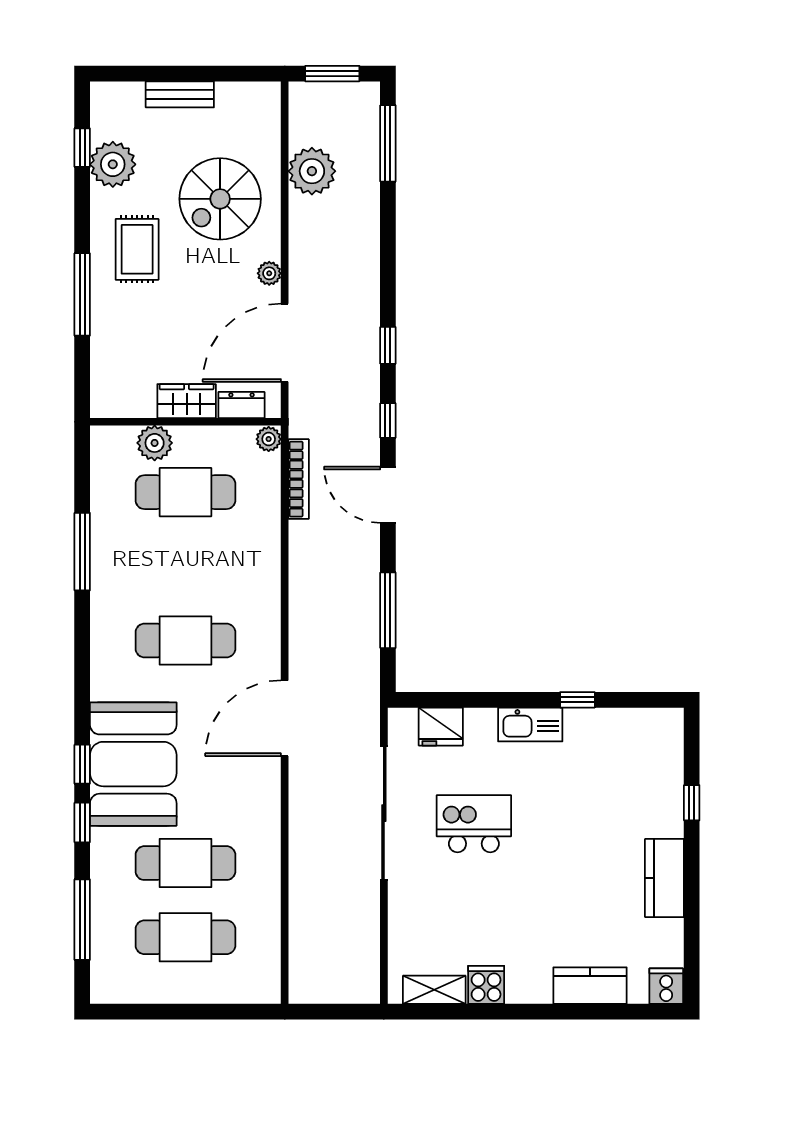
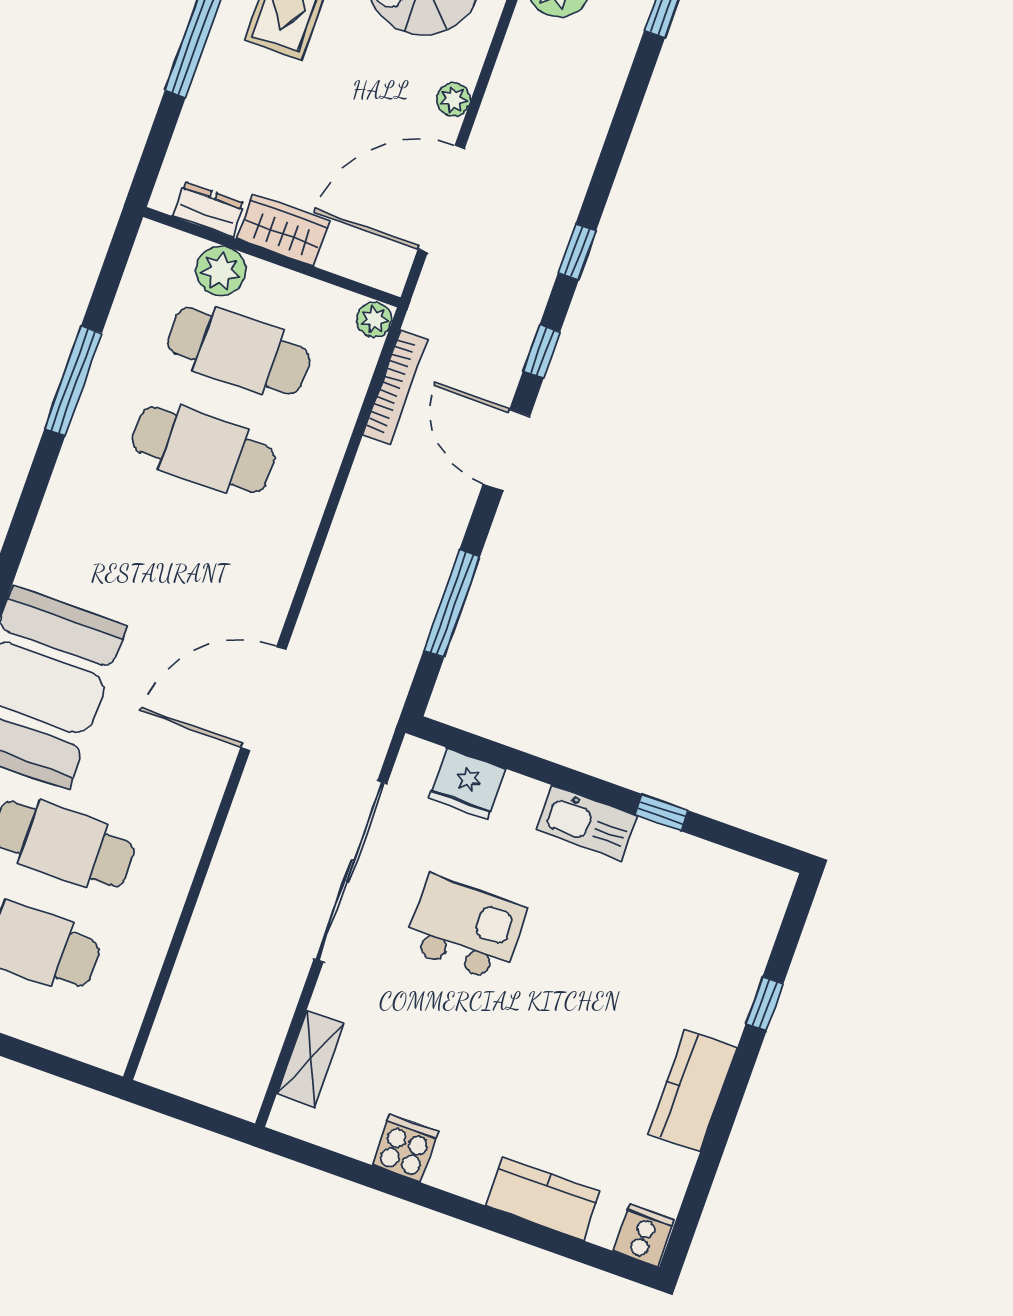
dresser: (241, 405) -> (208, 209), moved
cafe table: (185, 640) -> (203, 449), moved
shelving: (434, 990) -> (310, 1059), moved, turned 90

